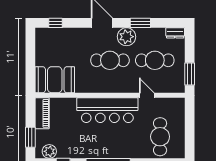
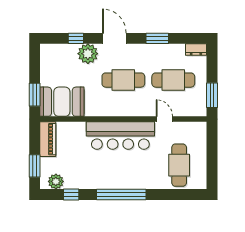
window: (56, 23) -> (76, 38), moved
plant: (126, 37) -> (88, 54), moved
window: (30, 73) -> (35, 95), added

